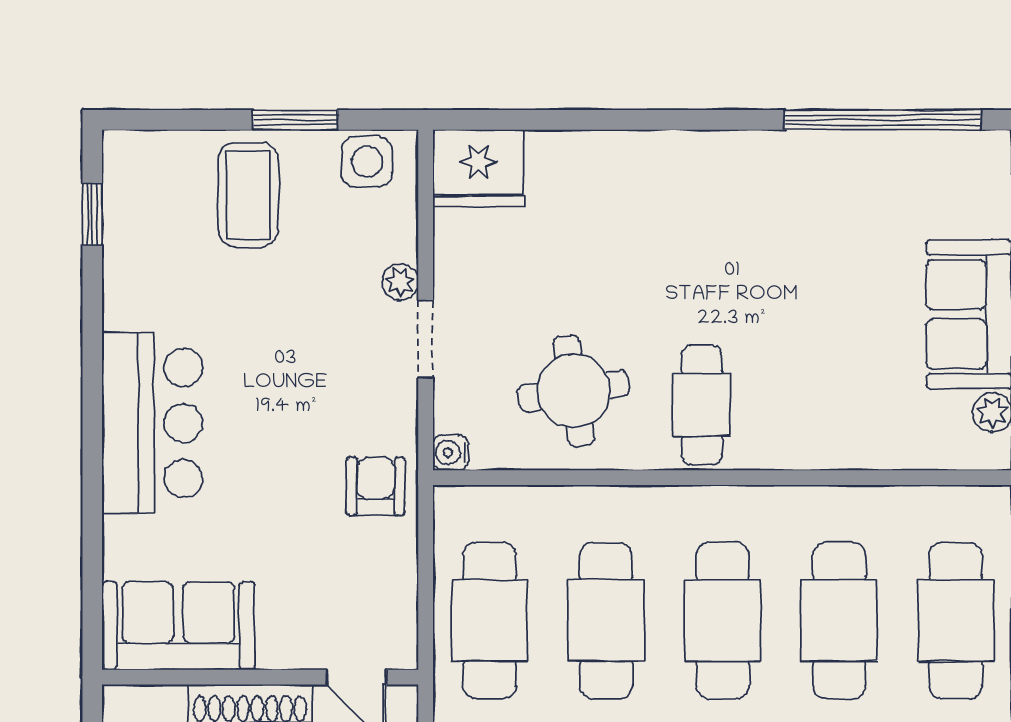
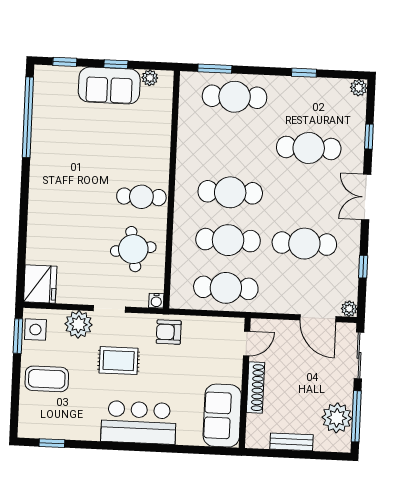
window: (295, 120) -> (18, 336), moved
plant: (400, 282) -> (79, 324), width x1.88, depth x1.88
rug: (301, 367) -> (119, 361), added
cafe table: (839, 621) -> (232, 145), removed

